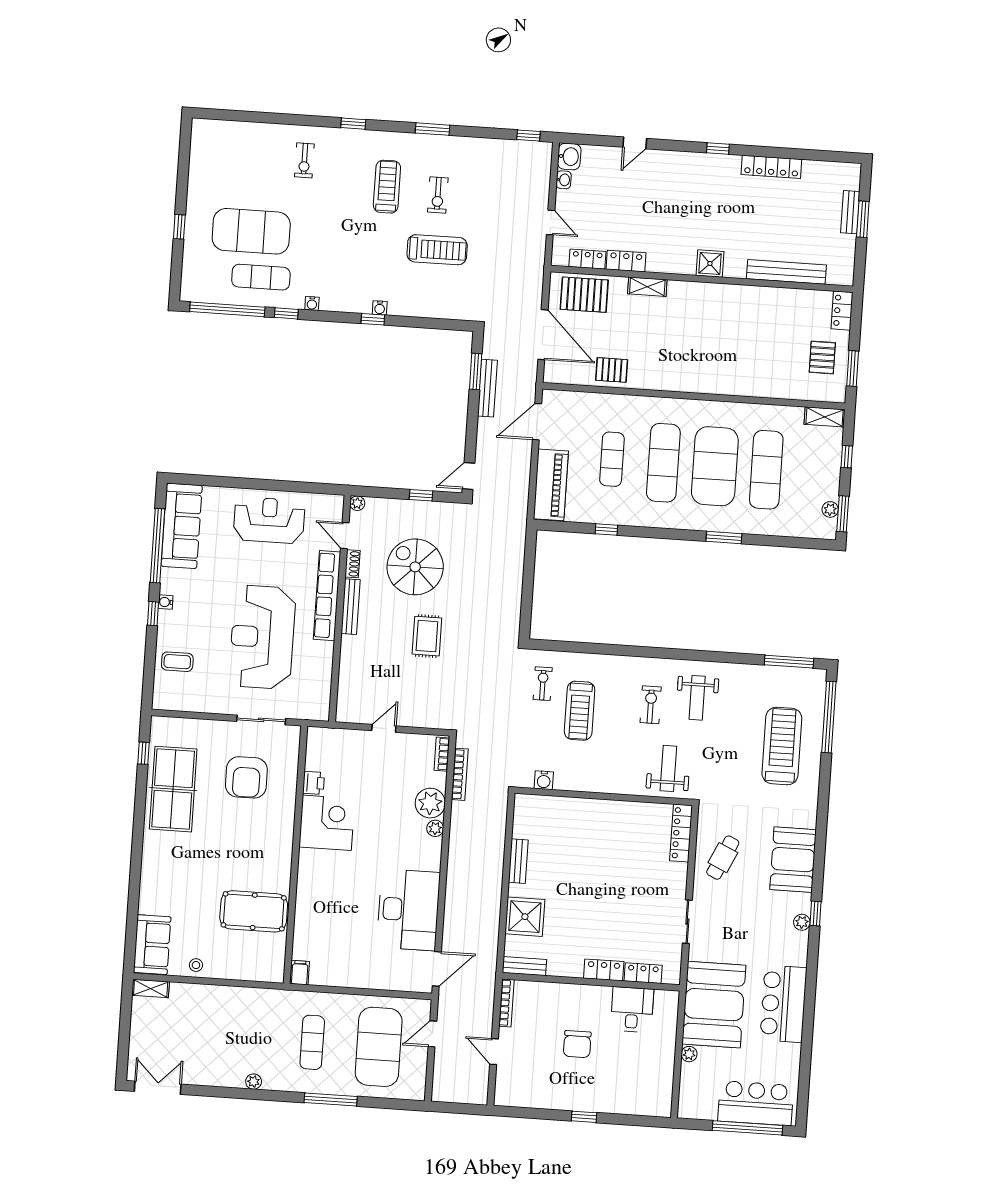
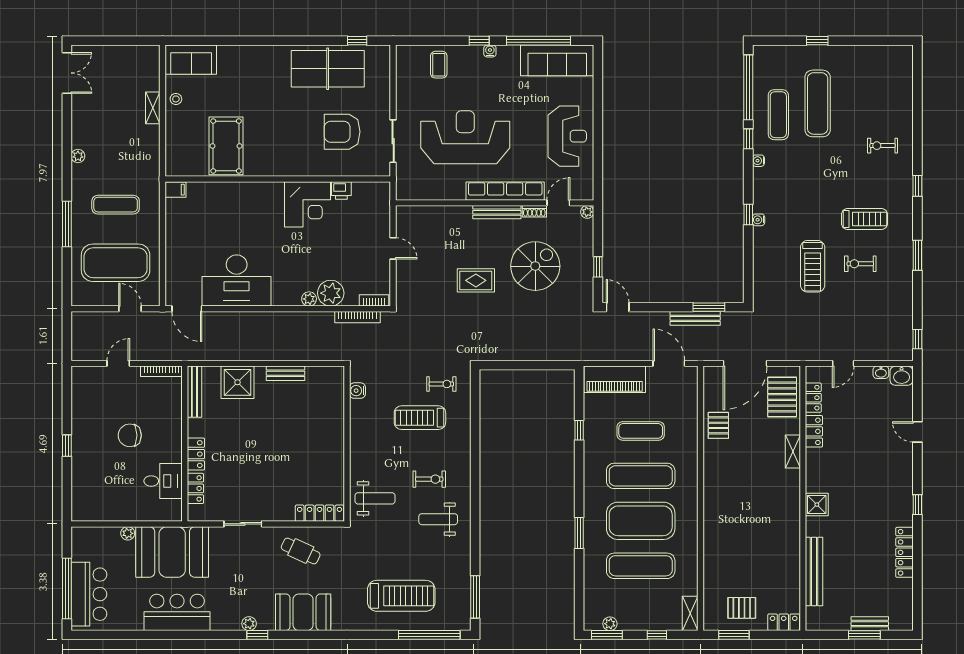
exercise mat: (251, 231) -> (818, 103), width x0.68
bench: (524, 966) -> (194, 392), width x1.36
shelving: (151, 989) -> (153, 108), moved

